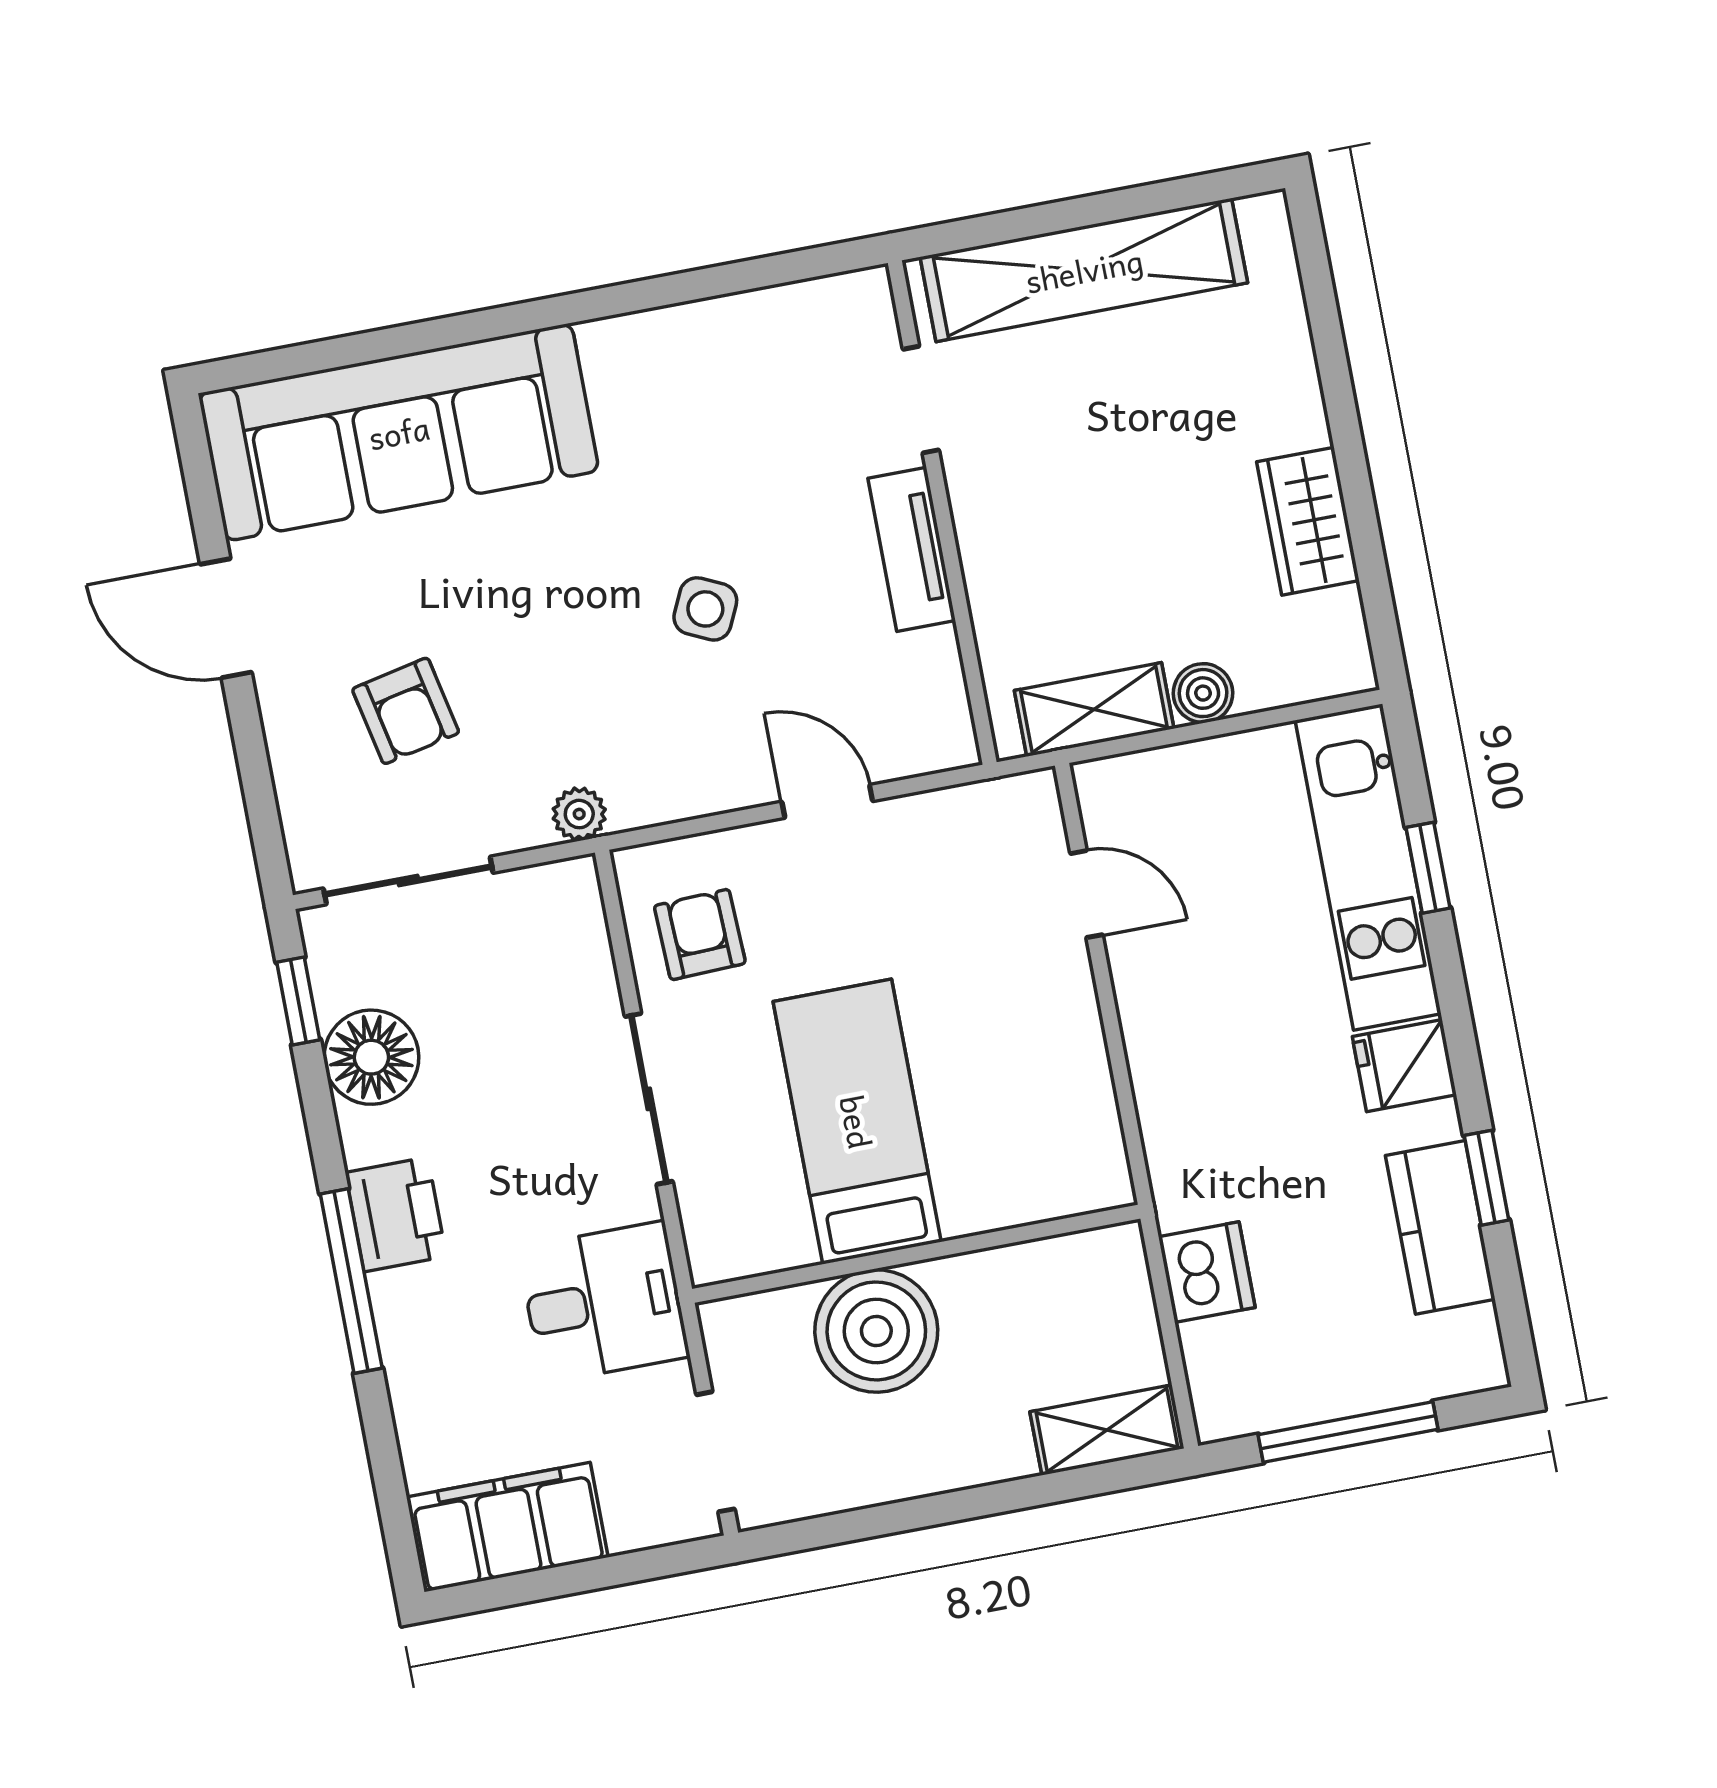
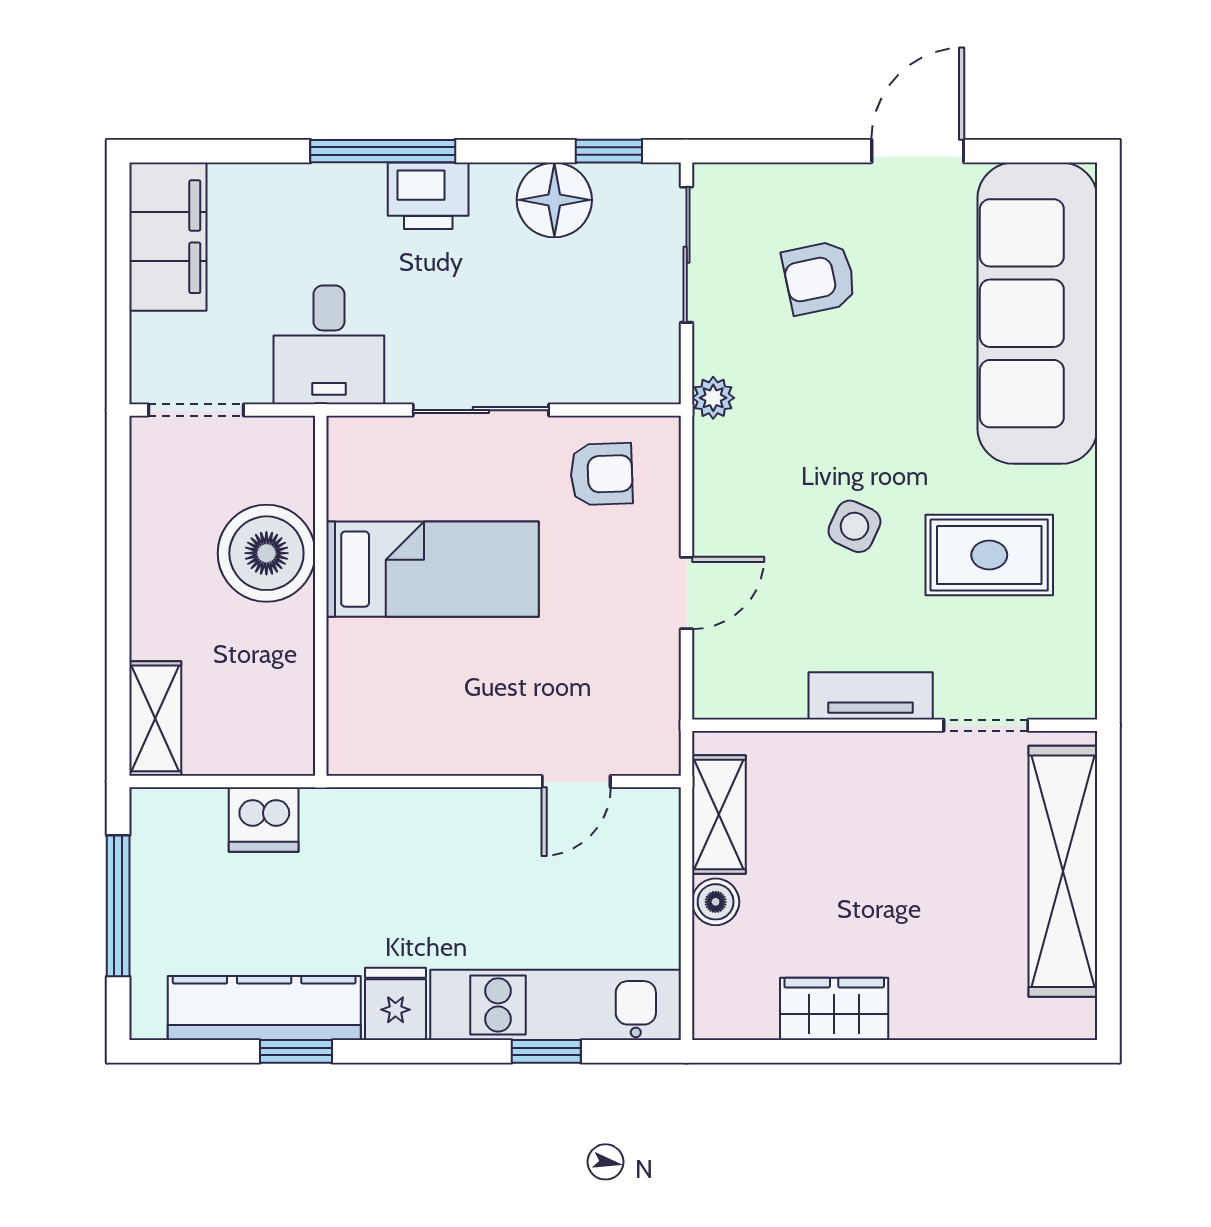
rug: (709, 435) -> (989, 555), added
kitchen counter: (1440, 1227) -> (264, 1008), width x1.50

